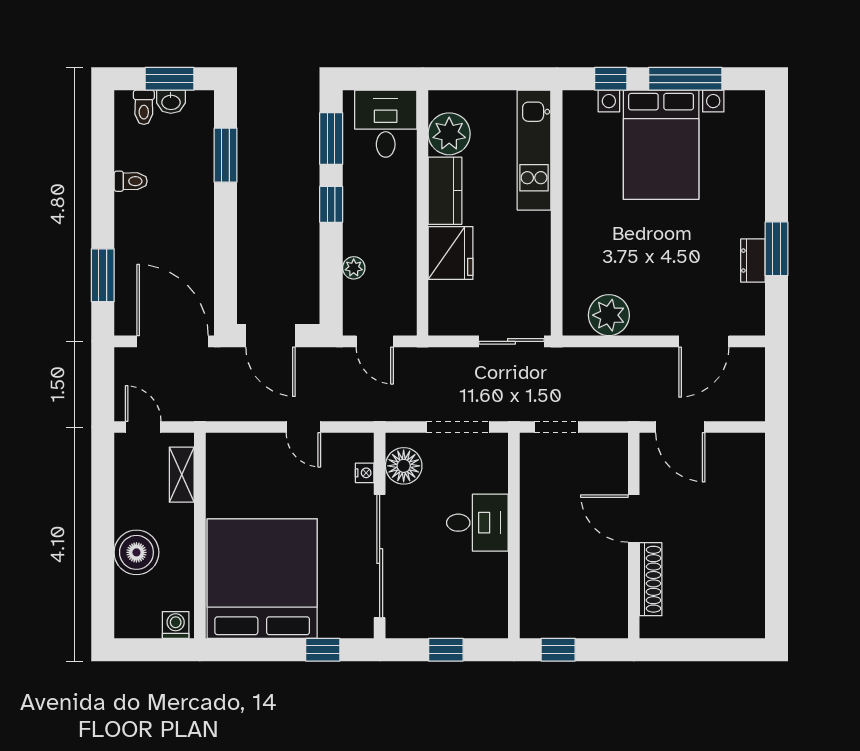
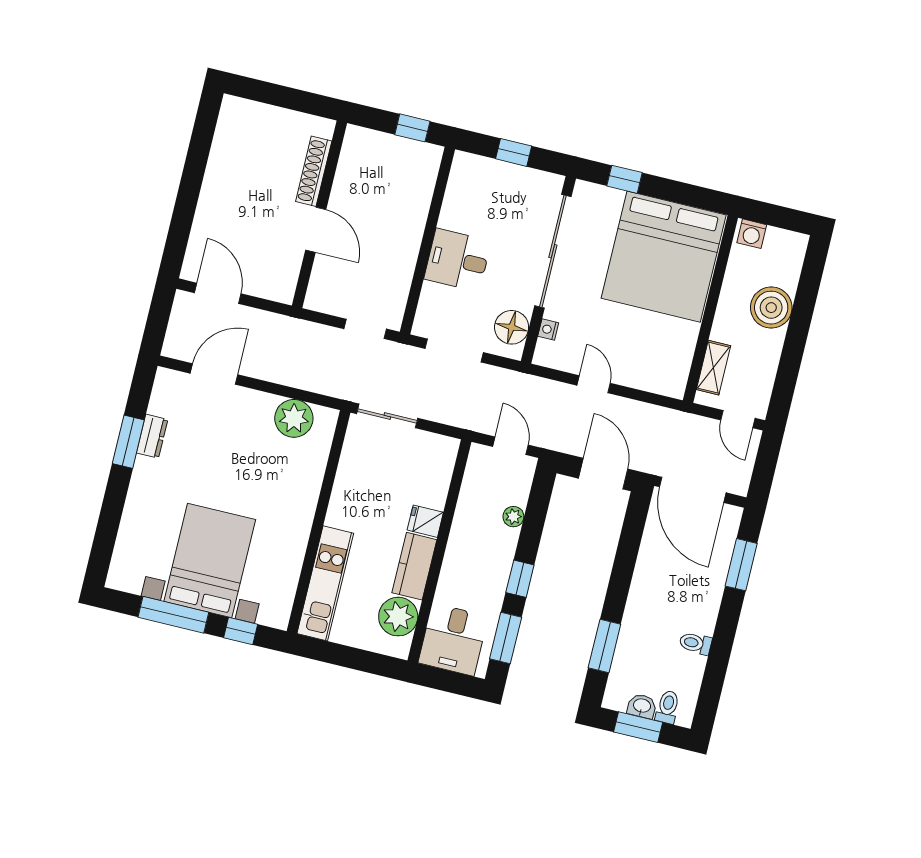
fridge: (451, 253) -> (425, 521), width x0.53, depth x0.75
door: (680, 427) -> (218, 293), moved

